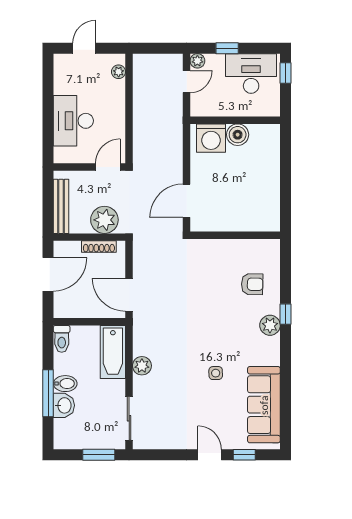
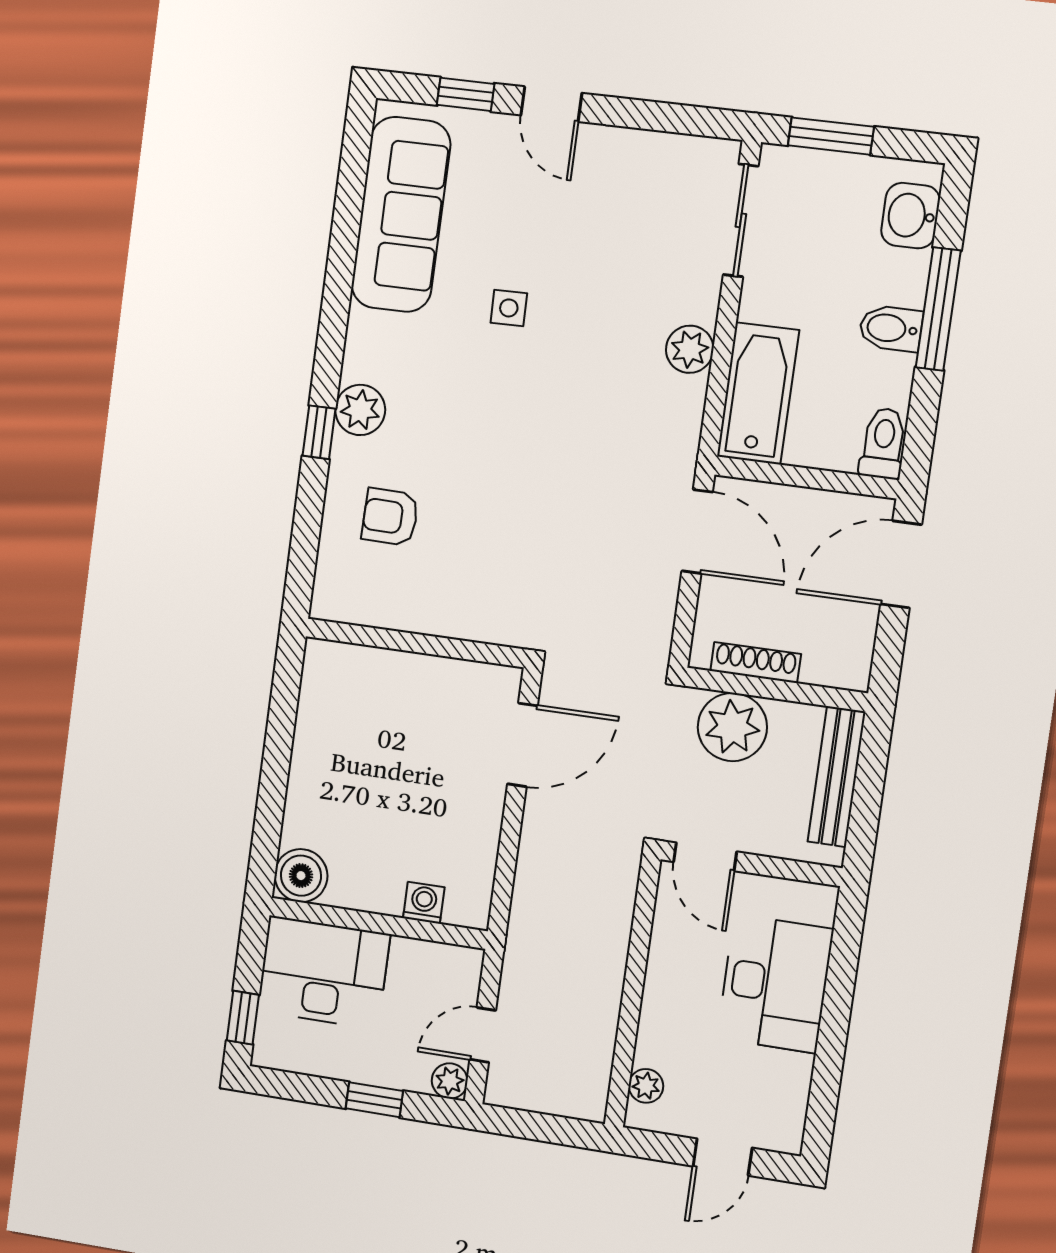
desk: (251, 74) -> (323, 973), moved, turned 180
boiler: (238, 135) -> (301, 876), moved
washing machine: (211, 138) -> (424, 903), width x0.53, depth x0.53
door: (108, 167) -> (705, 857), hinge flipped
door: (48, 274) -> (901, 564), moved
washbasin: (64, 405) -> (910, 216), moved

